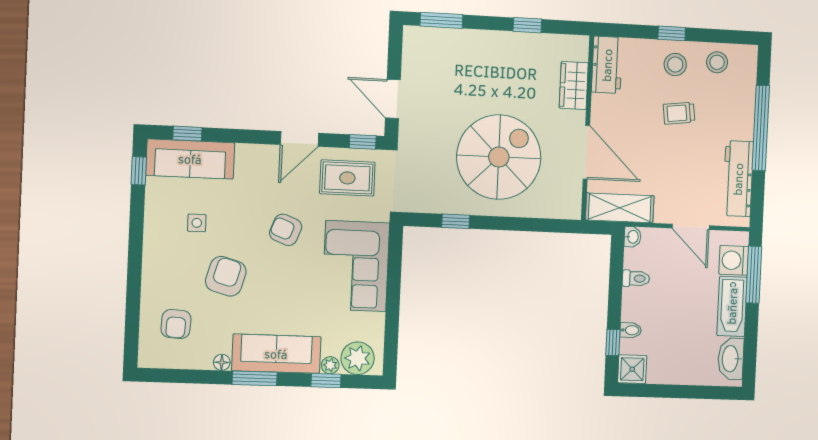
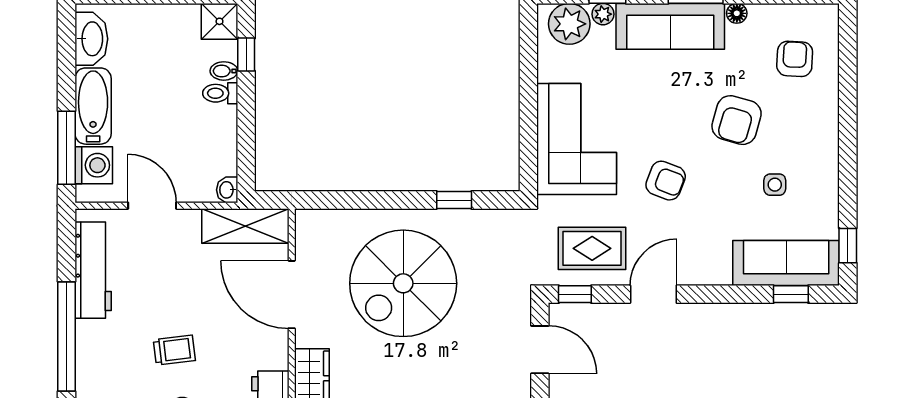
toilet: (636, 278) -> (220, 93), moved

